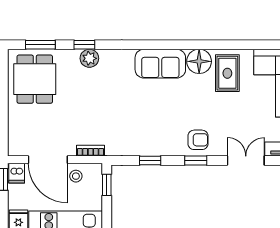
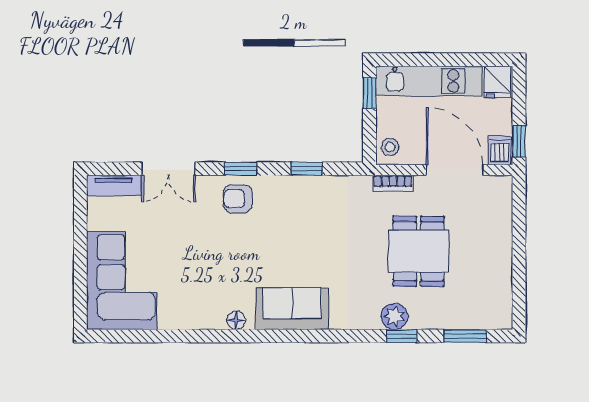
floor lamp: (199, 61) -> (236, 320), width x0.53, depth x0.53
rug: (227, 73) -> (195, 295), removed
dining table: (35, 79) -> (419, 251), moved
stool: (76, 176) -> (390, 147), moved
window: (107, 185) -> (369, 93), moved

